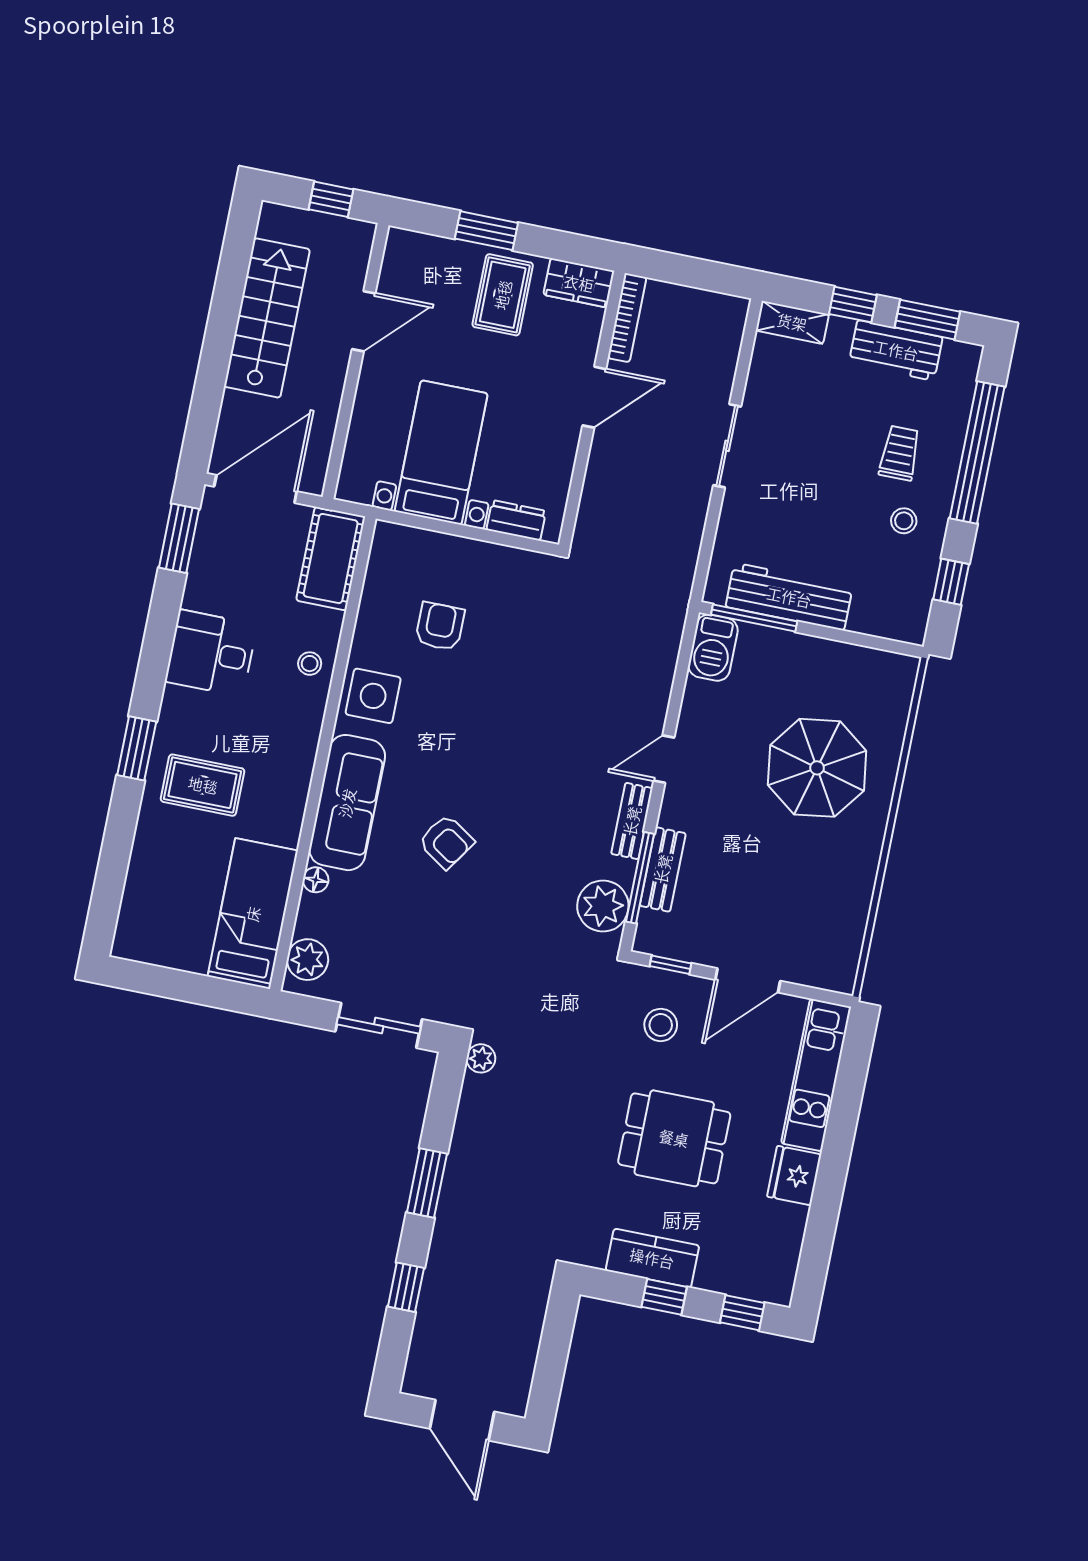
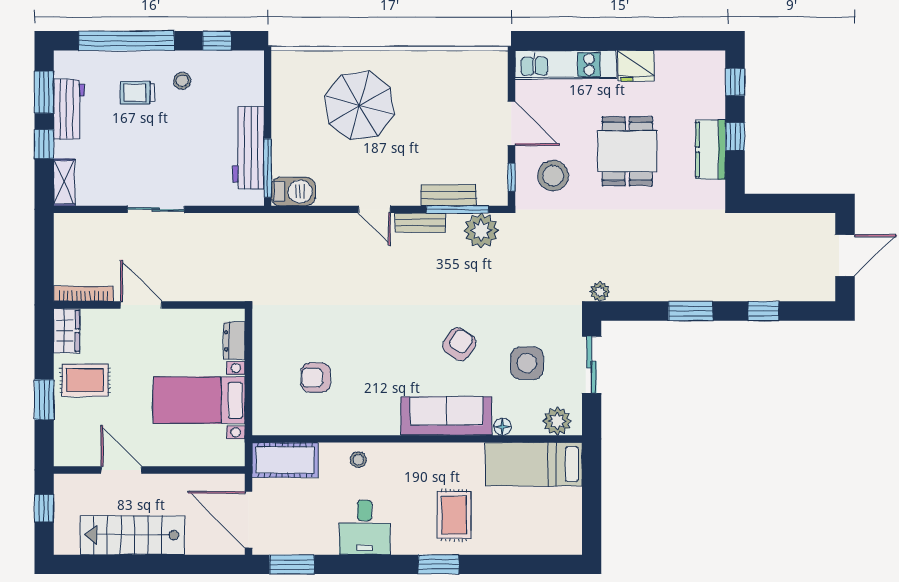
side table: (373, 696) -> (527, 363), moved
stool: (661, 1025) -> (553, 176), width x1.38, depth x1.38

